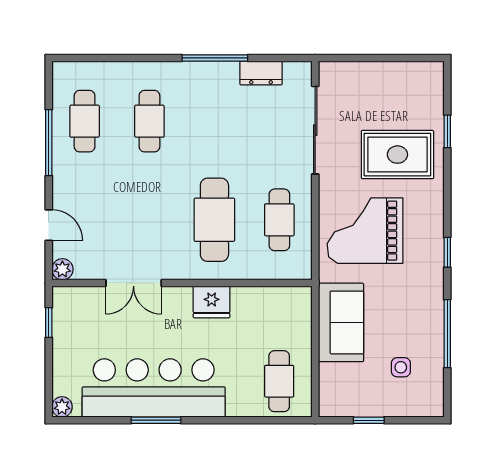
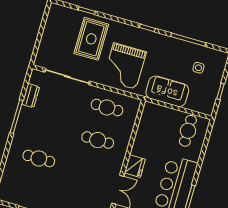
cafe table: (85, 121) -> (29, 191), removed
cafe table: (214, 220) -> (98, 140), width x0.73, depth x0.74
fridge: (212, 302) -> (135, 166), moved
cafe table: (279, 381) -> (188, 131), turned 90

